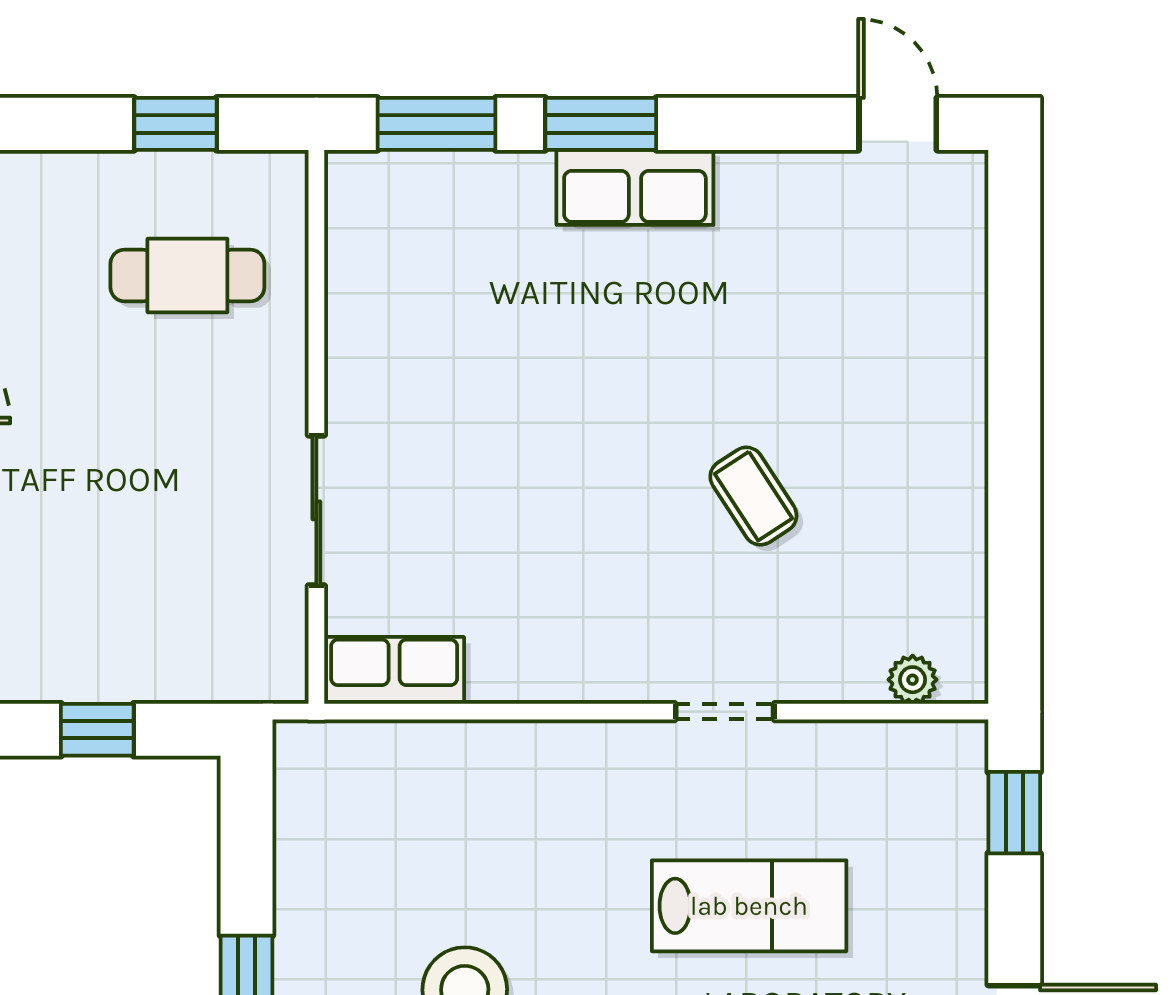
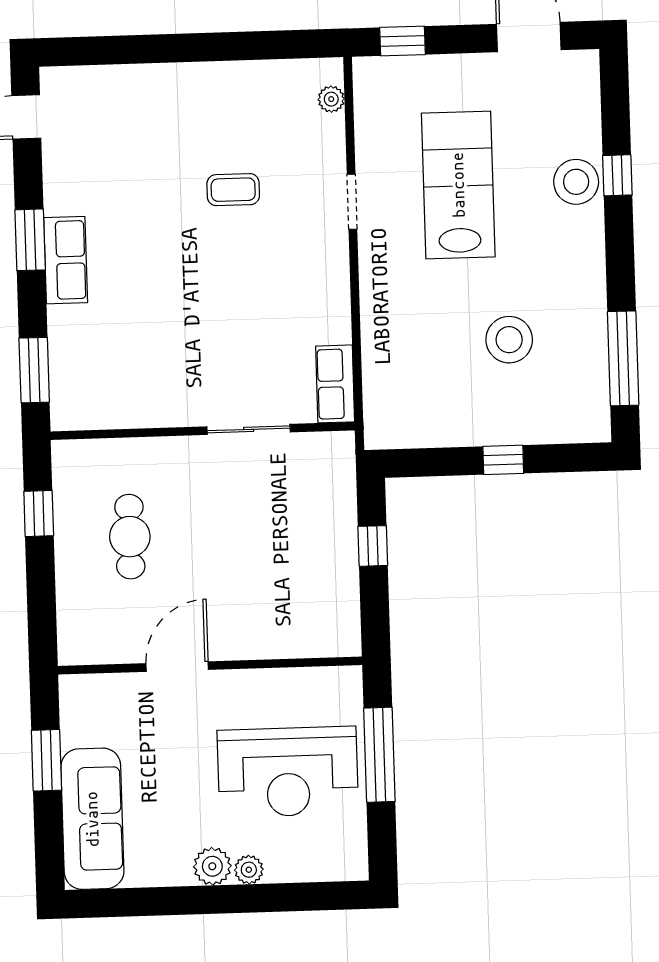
window: (601, 124) -> (30, 240), moved
cafe table: (187, 275) -> (130, 537), moved
coffee table: (753, 496) -> (233, 190), turned 33
lab bench: (749, 906) -> (458, 185), width x1.36, depth x1.39

